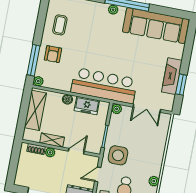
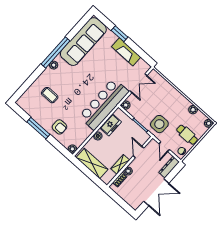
coffee table: (60, 25) -> (50, 95), moved
window: (33, 60) -> (38, 128), moved
window: (181, 85) -> (120, 34), moved

